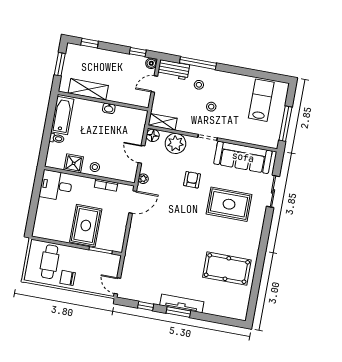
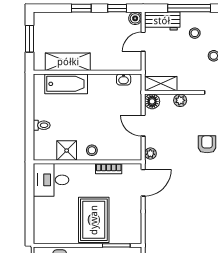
window: (90, 43) -> (81, 8), moved
washbasin: (109, 108) -> (124, 79), moved
bathtub: (62, 115) -> (66, 84), moved, turned 90
plant: (175, 143) -> (180, 100), width x0.53, depth x0.53

